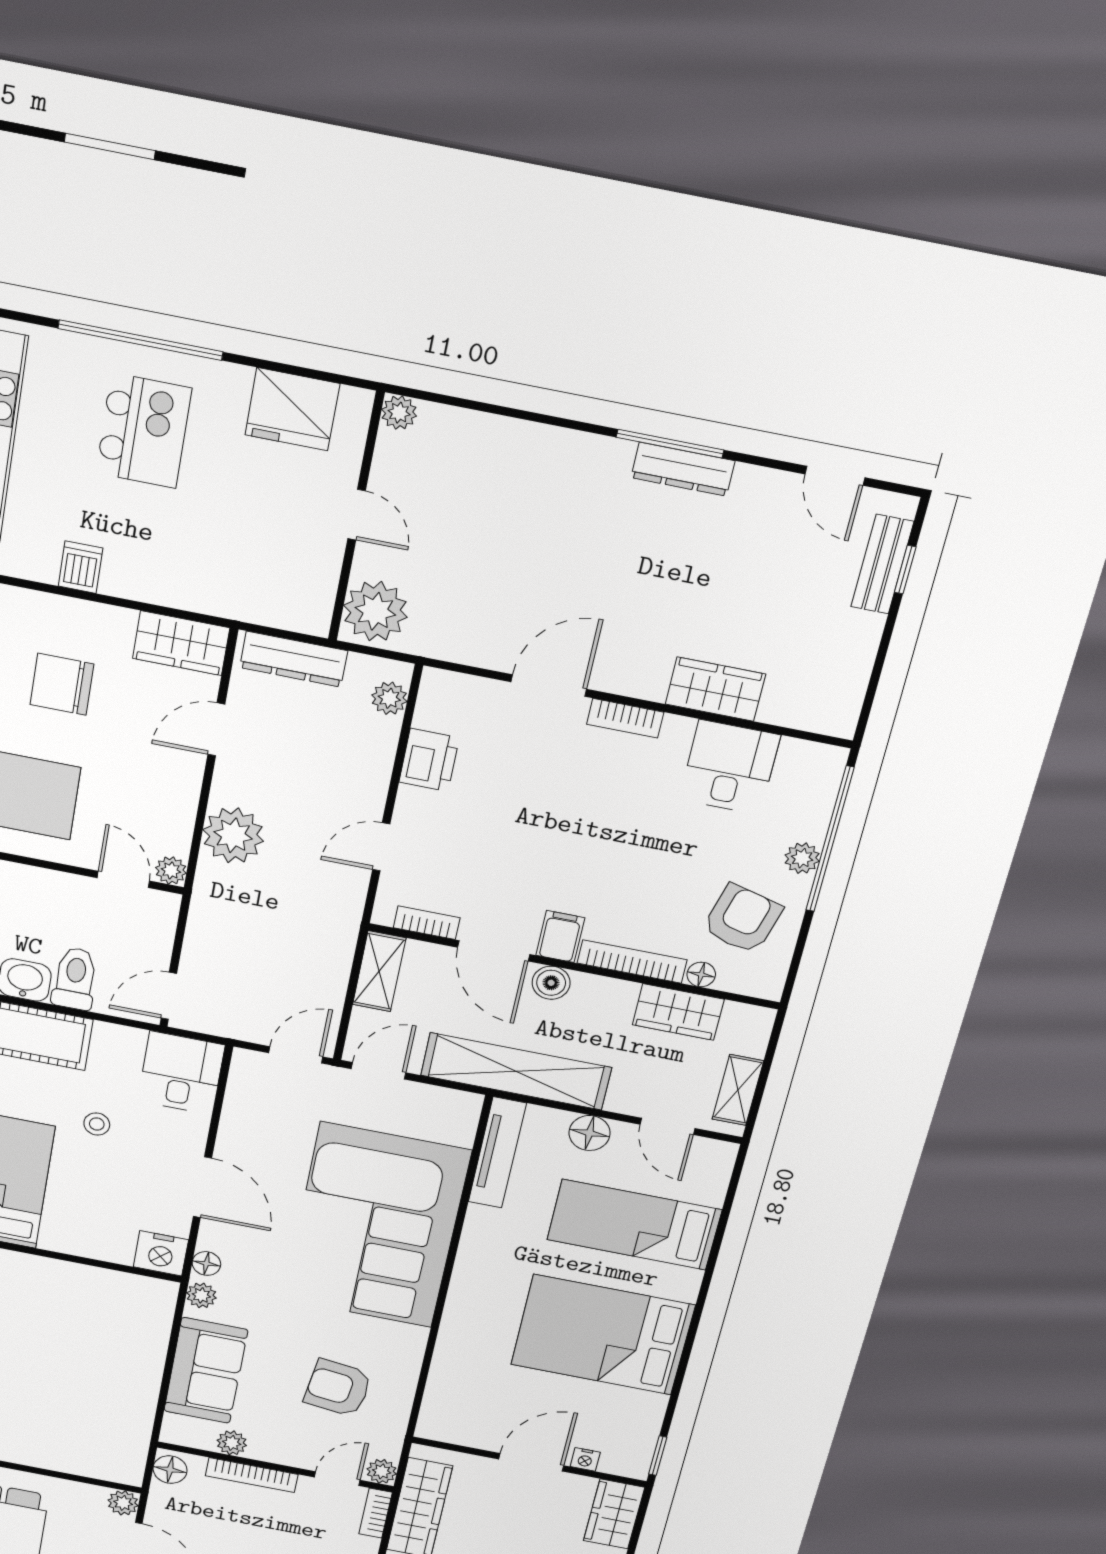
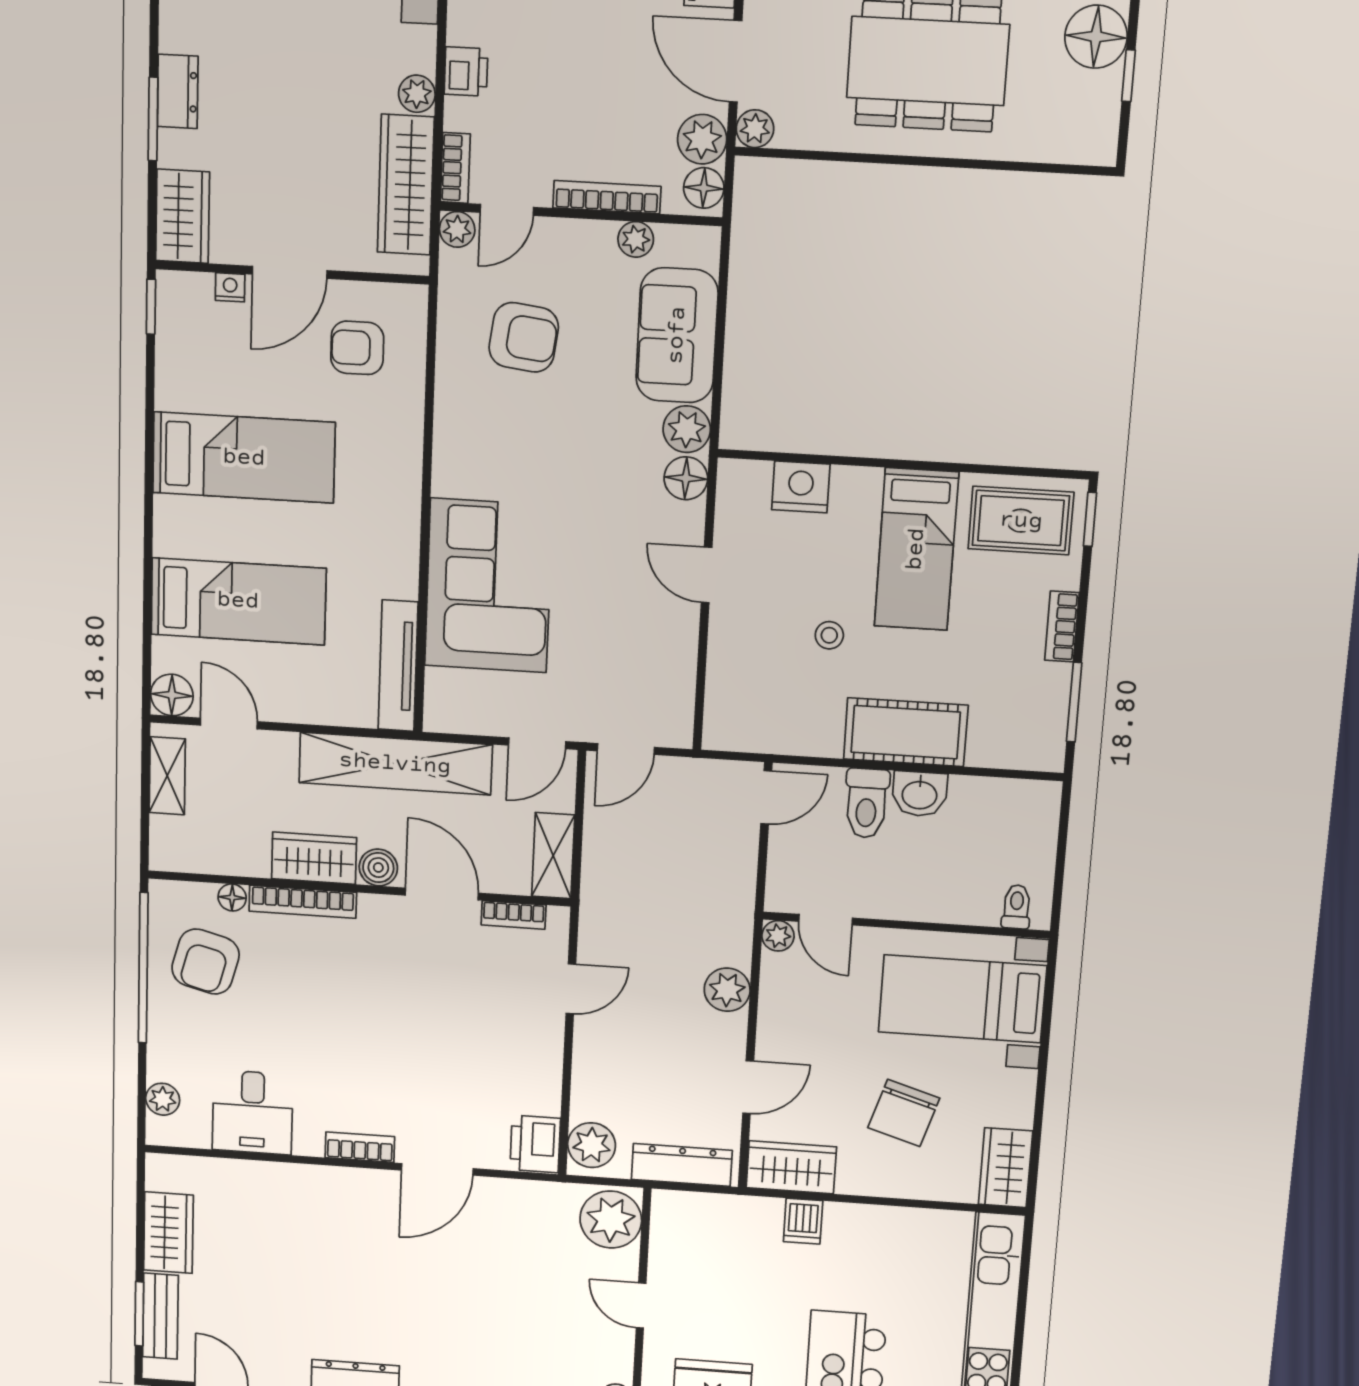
dishwasher: (81, 567) -> (803, 1221), moved
window: (905, 570) -> (139, 1314), width x1.50
chair: (62, 684) -> (904, 1113), turned 107
wardrobe: (715, 689) -> (168, 1233), moved, turned -90
plant: (389, 698) -> (592, 1145), width x1.38, depth x1.38
printer: (429, 760) -> (535, 1144), moved
plant: (233, 835) -> (727, 990), width x0.73, depth x0.73
window: (830, 839) -> (143, 968), moved
plant: (802, 858) -> (163, 1099), moved
filing cabinet: (560, 937) -> (379, 919), removed
wardrobe: (678, 1012) -> (314, 858), moved
desk: (181, 1073) -> (744, 710), removed
floor lamp: (590, 1133) -> (172, 695), moved
door: (202, 1187) -> (707, 575), width x0.73
corner sofa: (376, 1226) -> (488, 586), width x0.73, depth x0.74
nightstand: (161, 1253) -> (801, 487), moved
floor lamp: (206, 1263) -> (686, 478), width x1.37, depth x1.37
plant: (201, 1295) -> (687, 429), width x1.38, depth x1.38
bed: (603, 1335) -> (244, 458), width x0.67
armchair: (484, 1401) -> (357, 348), added
plant: (167, 1502) -> (702, 139), added

